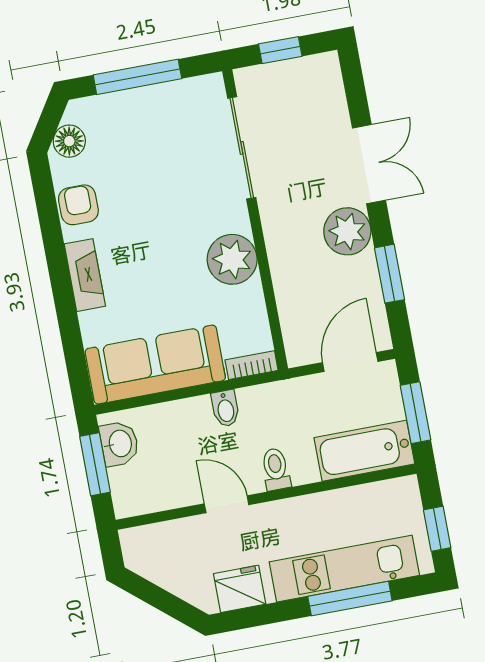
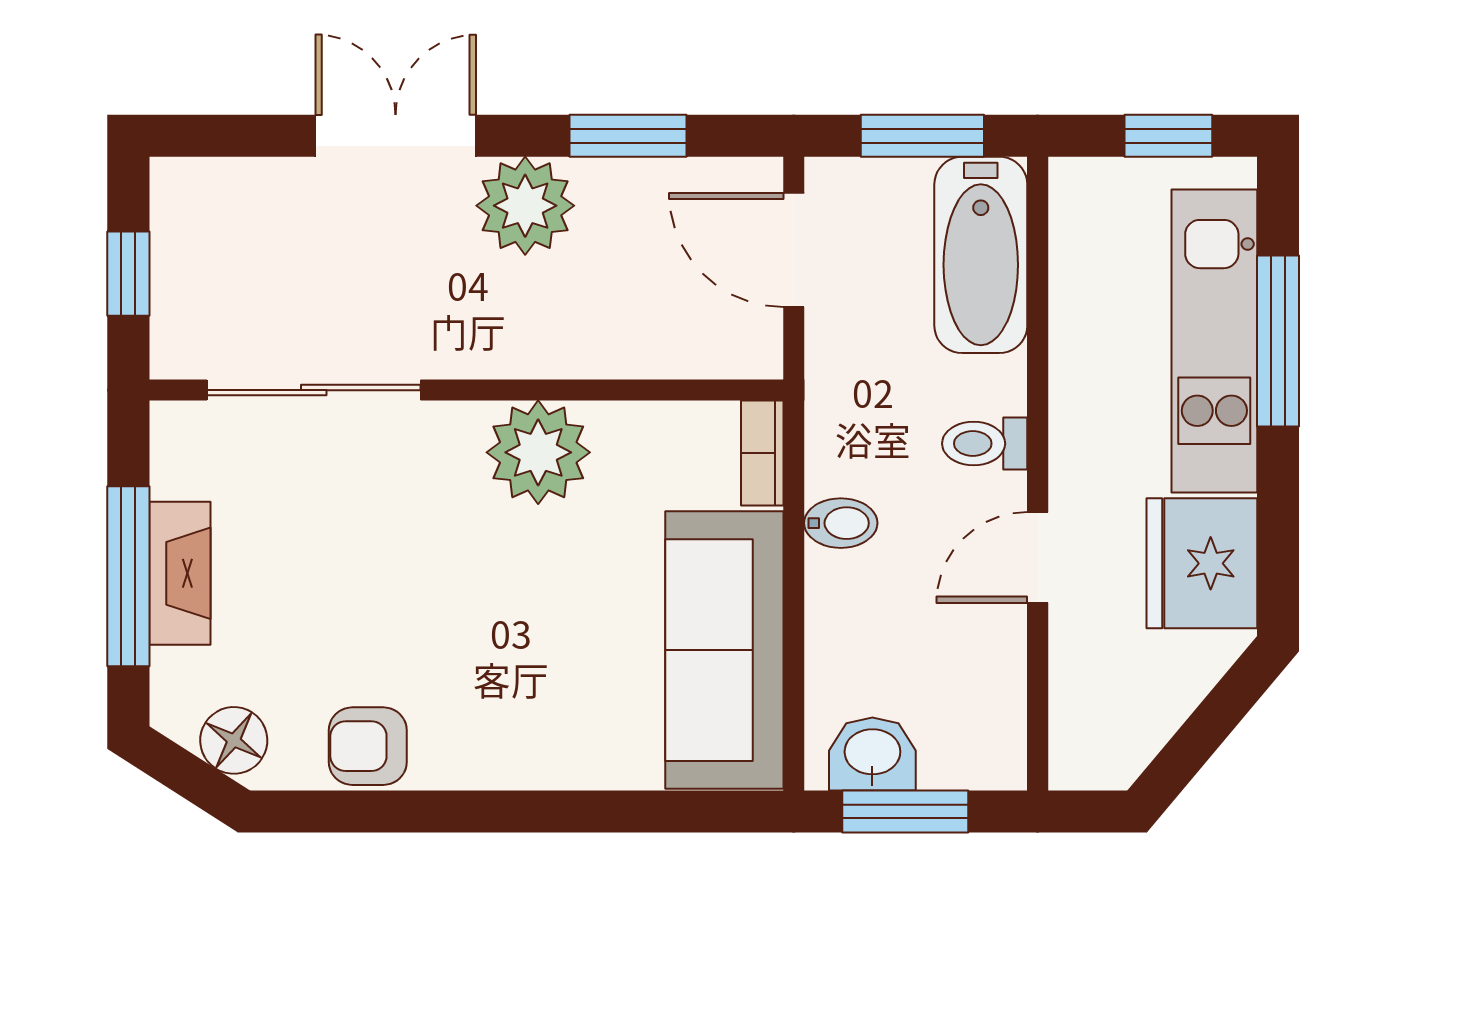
fireplace: (85, 275) -> (180, 573), moved, turned 90
fridge: (240, 589) -> (1202, 563), width x1.36, depth x1.34

